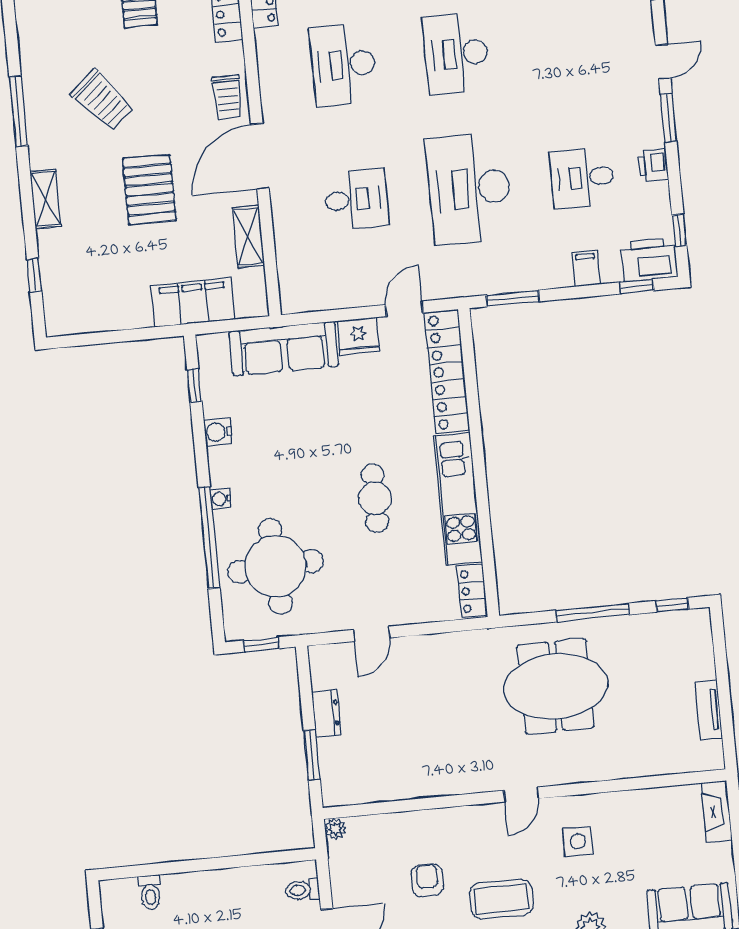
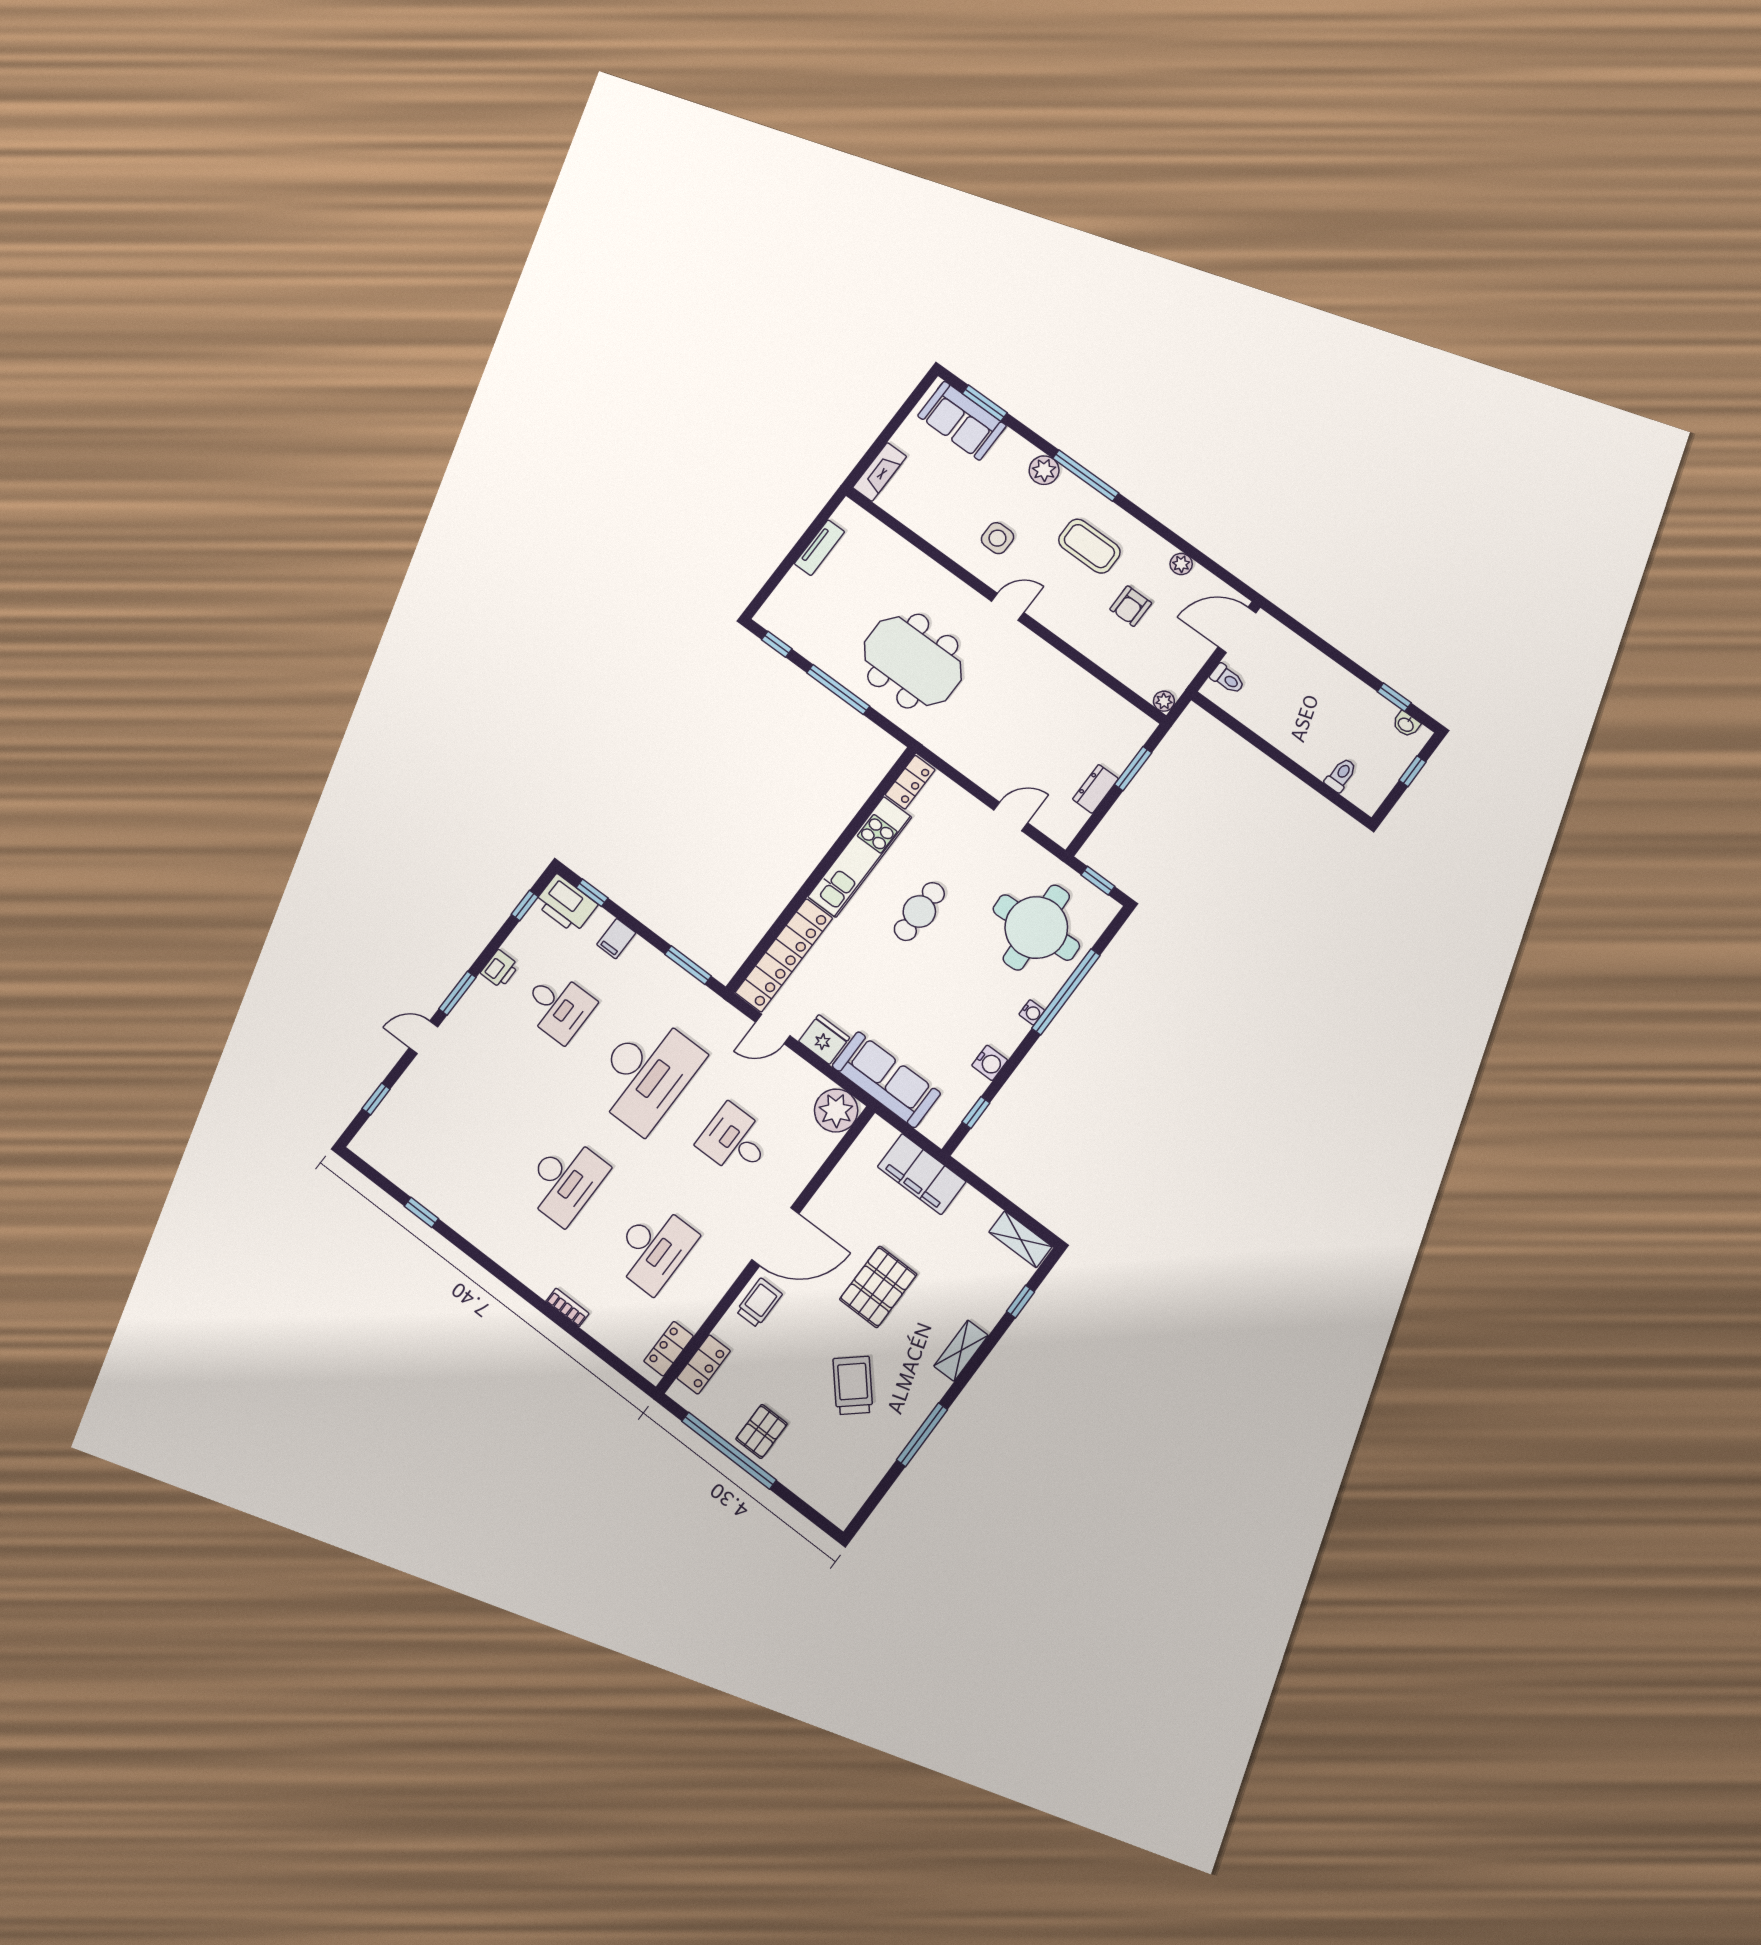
shelving: (248, 236) -> (1020, 1239), moved, turned 90
plant: (300, 291) -> (836, 1111), added

